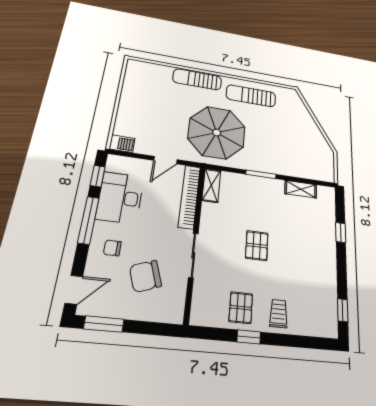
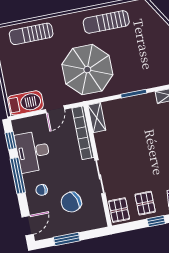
sun lounger: (197, 79) -> (31, 34), moved
barbecue: (122, 144) -> (25, 103), width x1.88, depth x1.53
pallet: (257, 246) -> (119, 210), moved
window: (104, 324) -> (67, 239), moved

